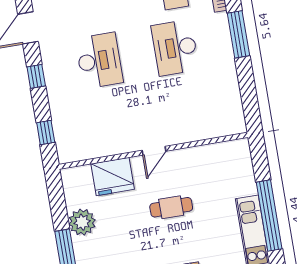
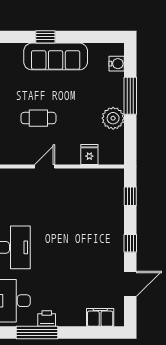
desk: (99, 61) -> (77, 247), removed
fridge: (113, 177) -> (89, 155), width x0.53, depth x0.75

